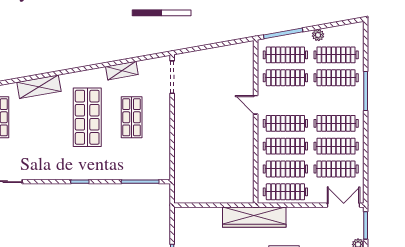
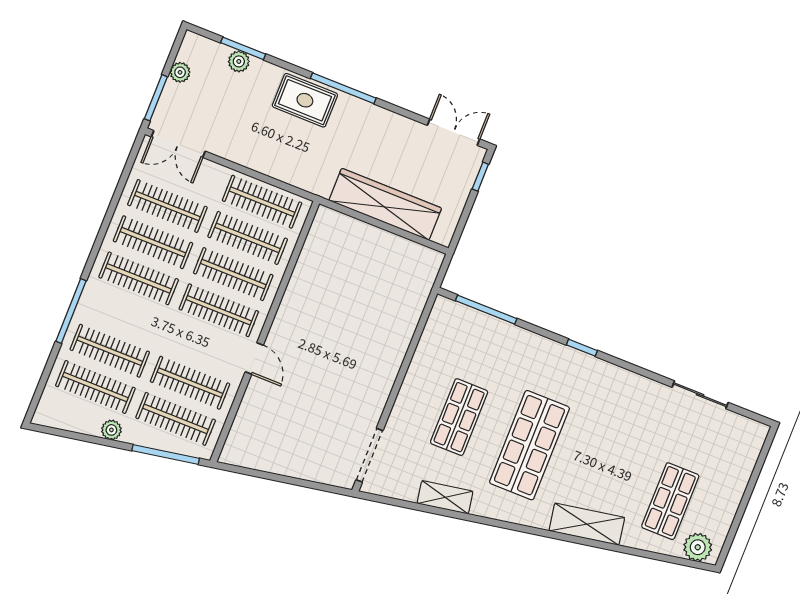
wardrobe: (254, 217) -> (385, 204), moved

